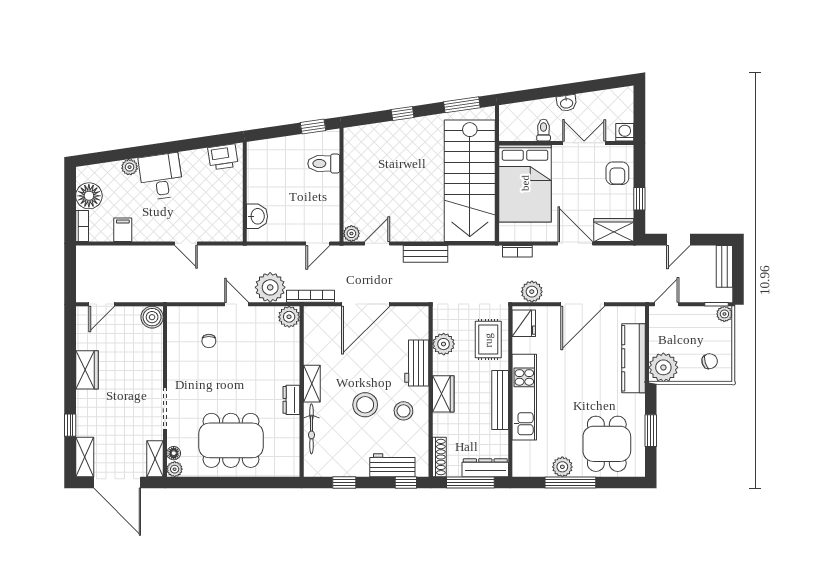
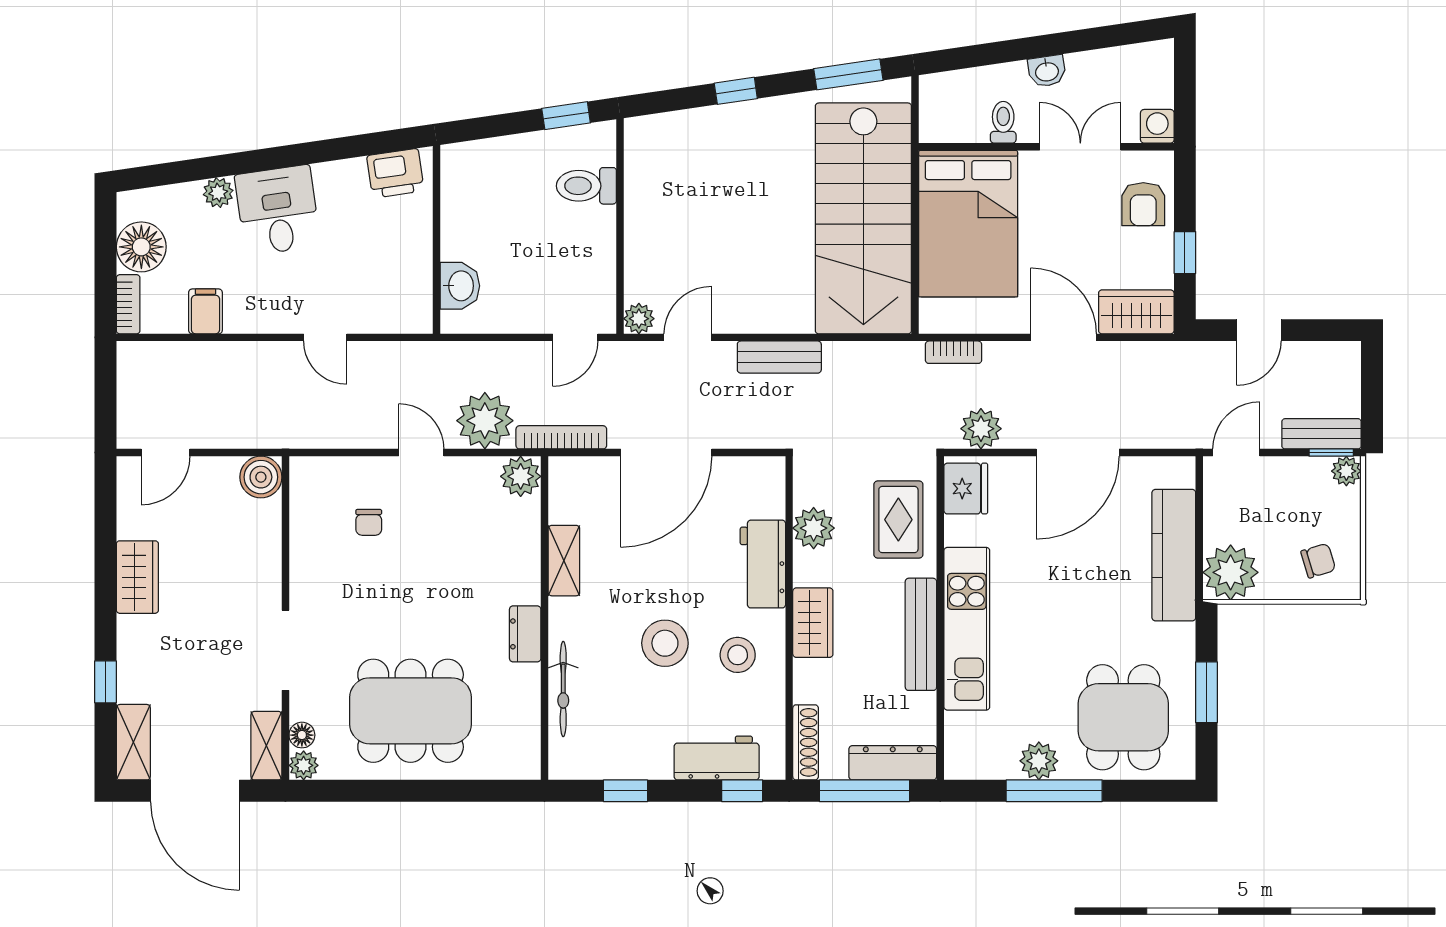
bench: (724, 266) -> (1322, 434), moved, turned 90
shelving: (312, 384) -> (564, 561), moved

